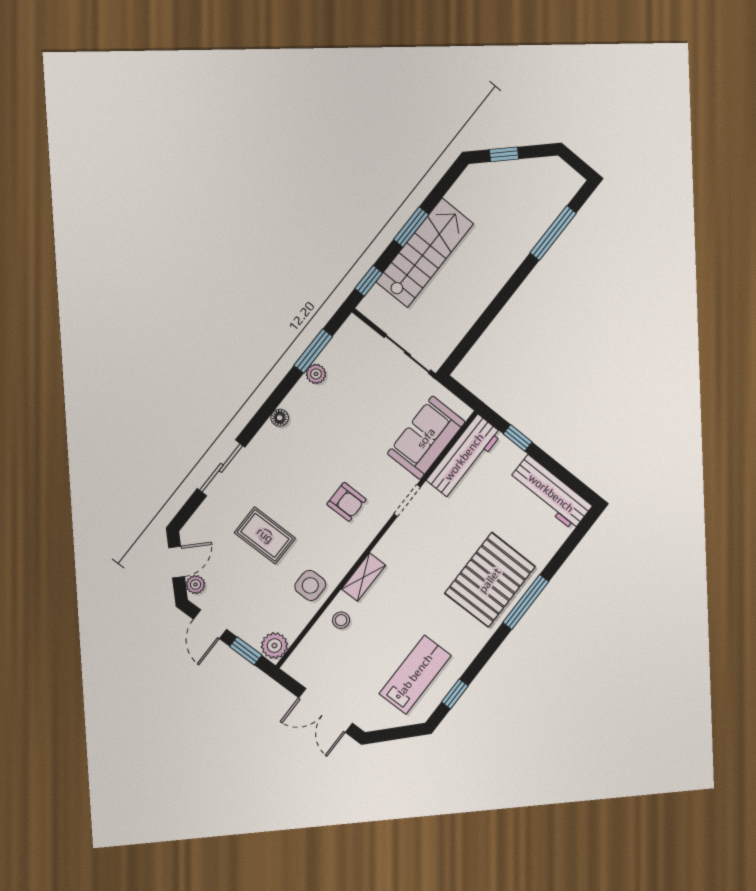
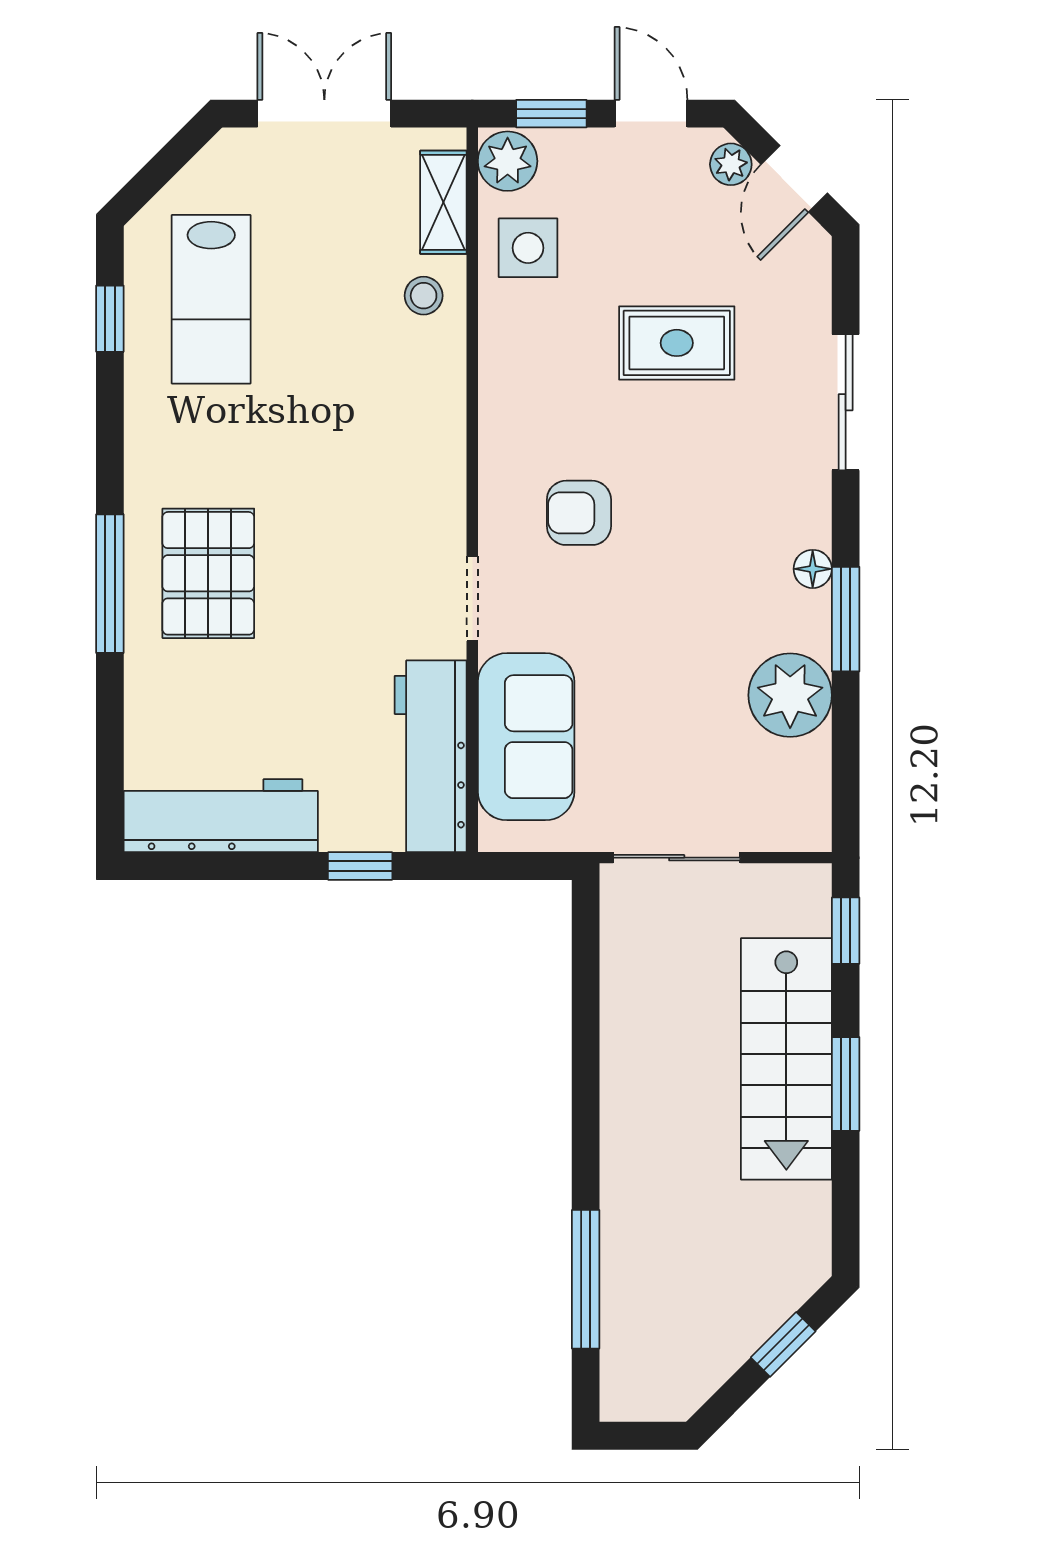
window: (313, 351) -> (846, 619), moved
plant: (316, 374) -> (790, 695), width x1.87, depth x1.87
shelving: (364, 577) -> (443, 202), moved
pallet: (490, 580) -> (208, 573), width x0.73, depth x0.71
side table: (310, 585) -> (528, 248), moved

